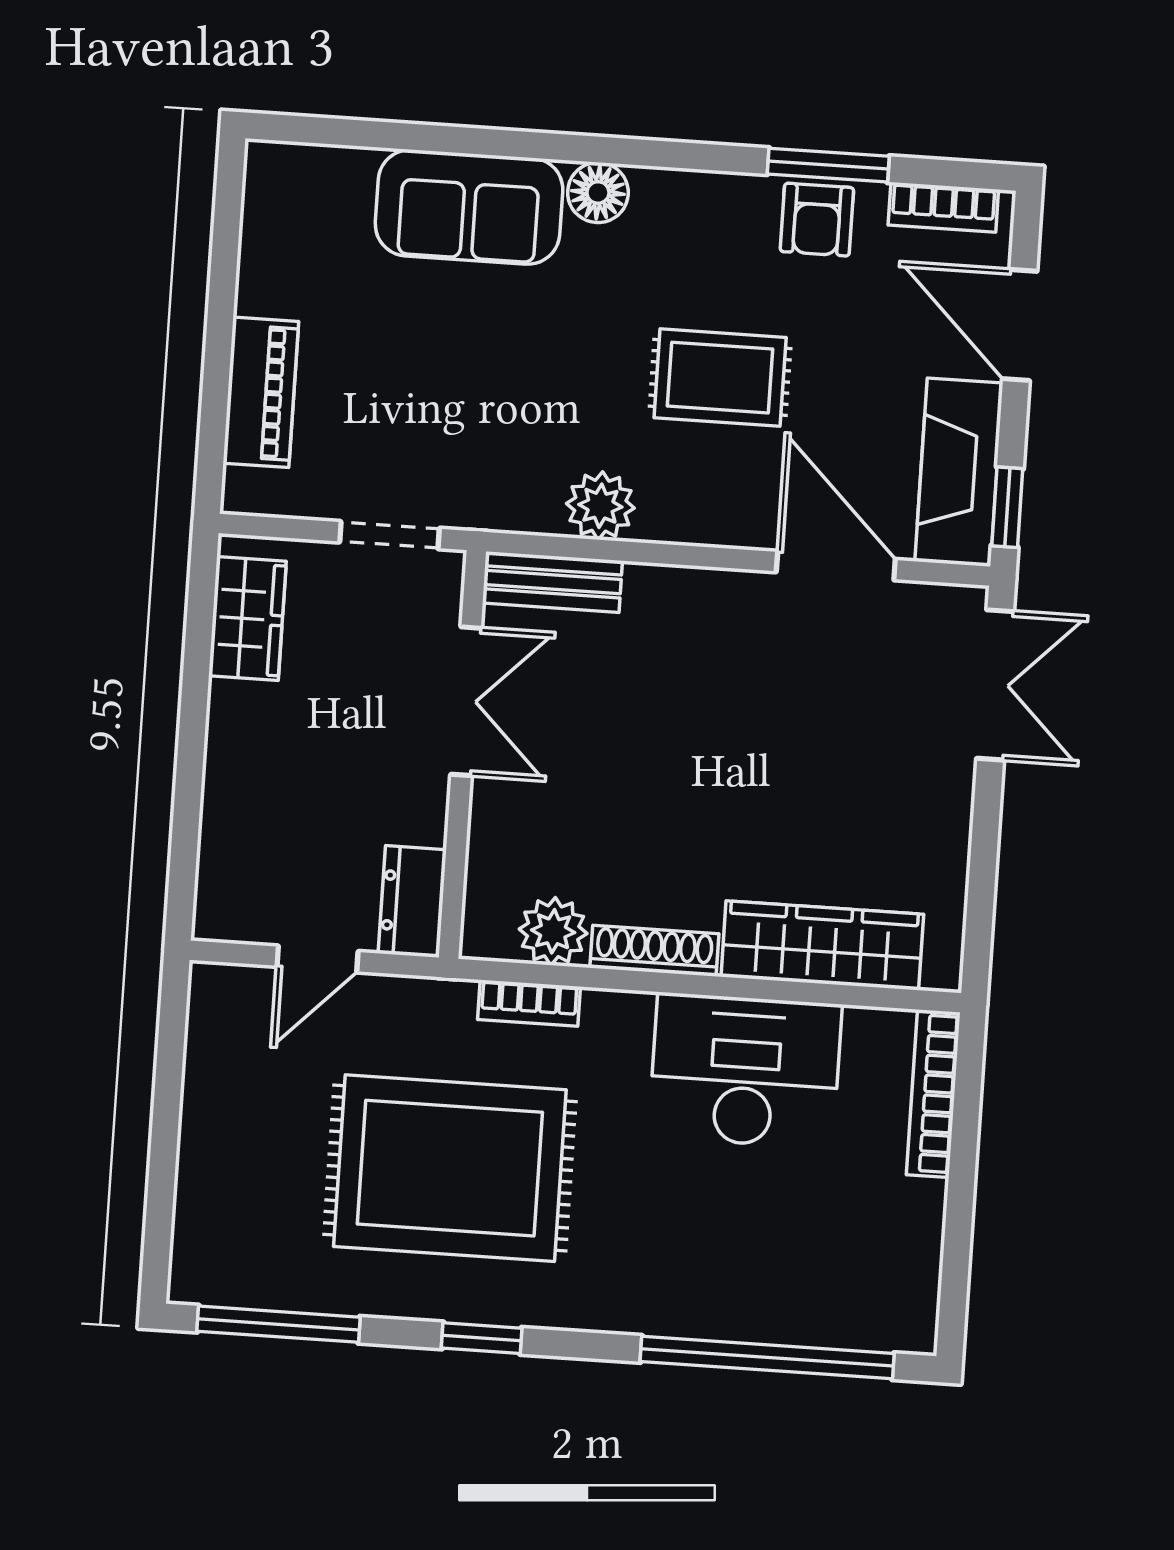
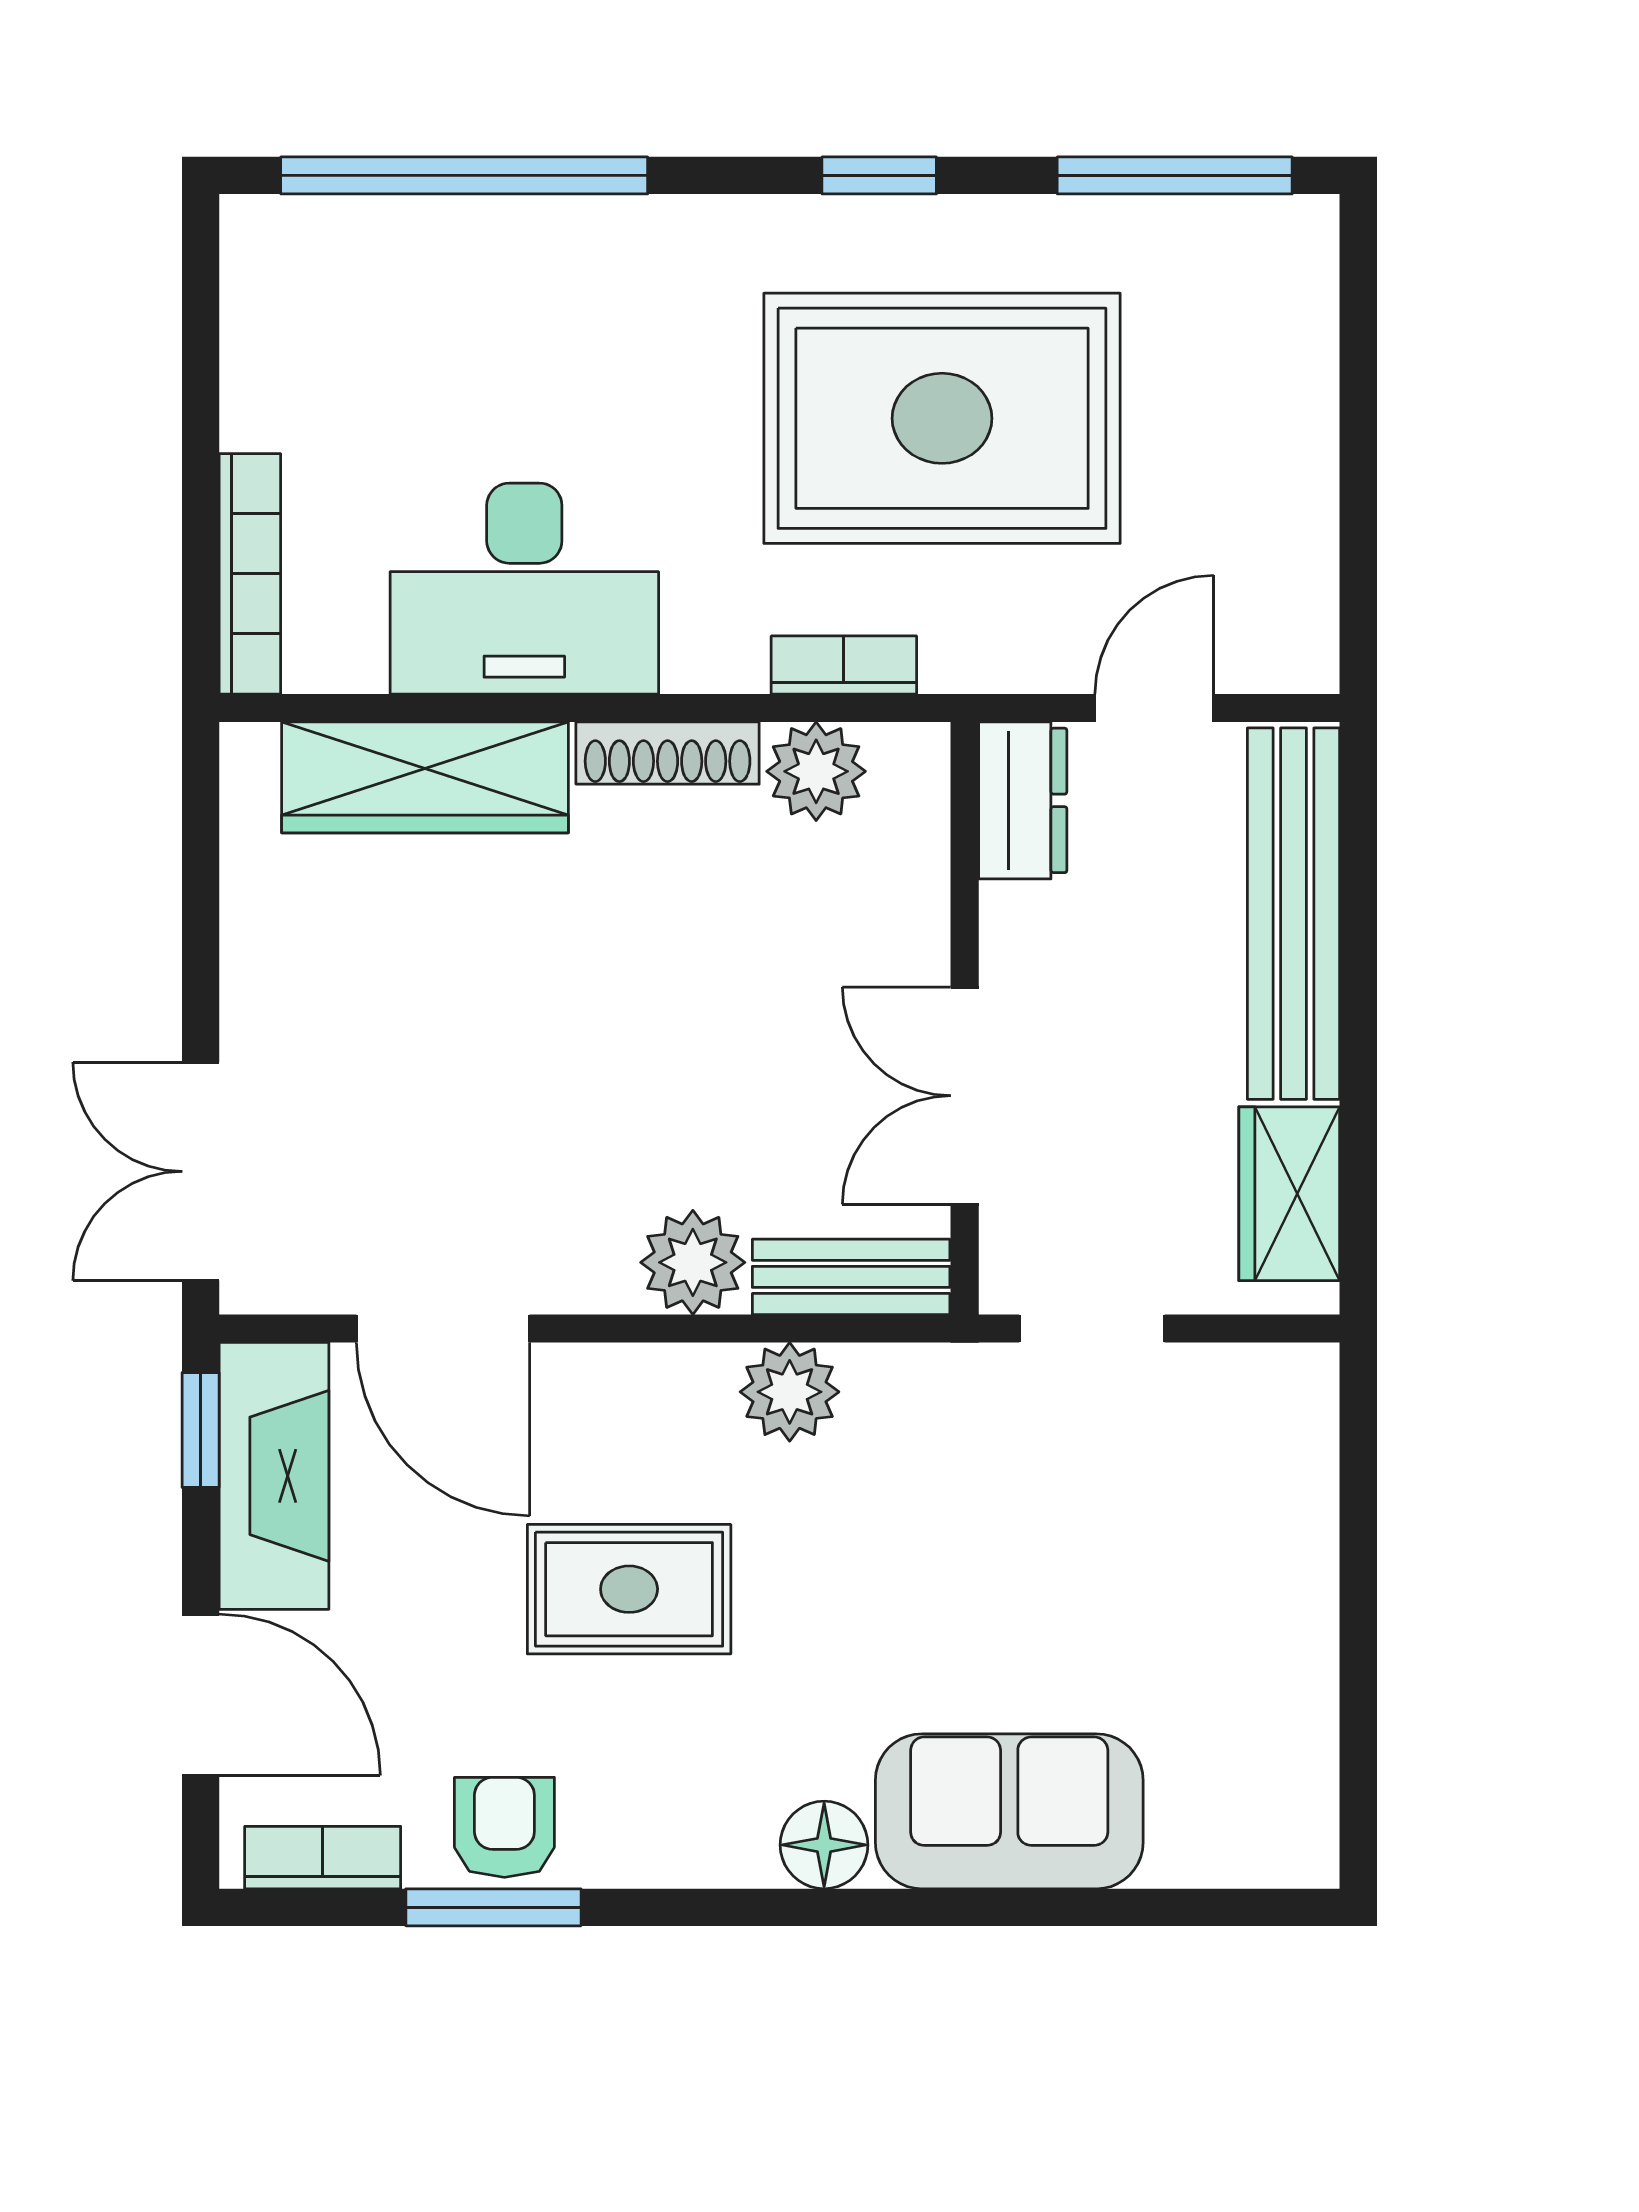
piano: (261, 392) -> (1292, 1522), removed
plant: (661, 599) -> (693, 1262), added
bench: (231, 811) -> (1294, 914), added

